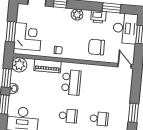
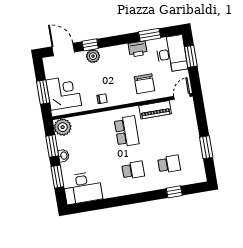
plant: (77, 15) -> (93, 56), moved
chair: (96, 47) -> (144, 84), turned -90
piano: (47, 66) -> (155, 110), moved
door: (125, 66) -> (182, 96), hinge flipped

